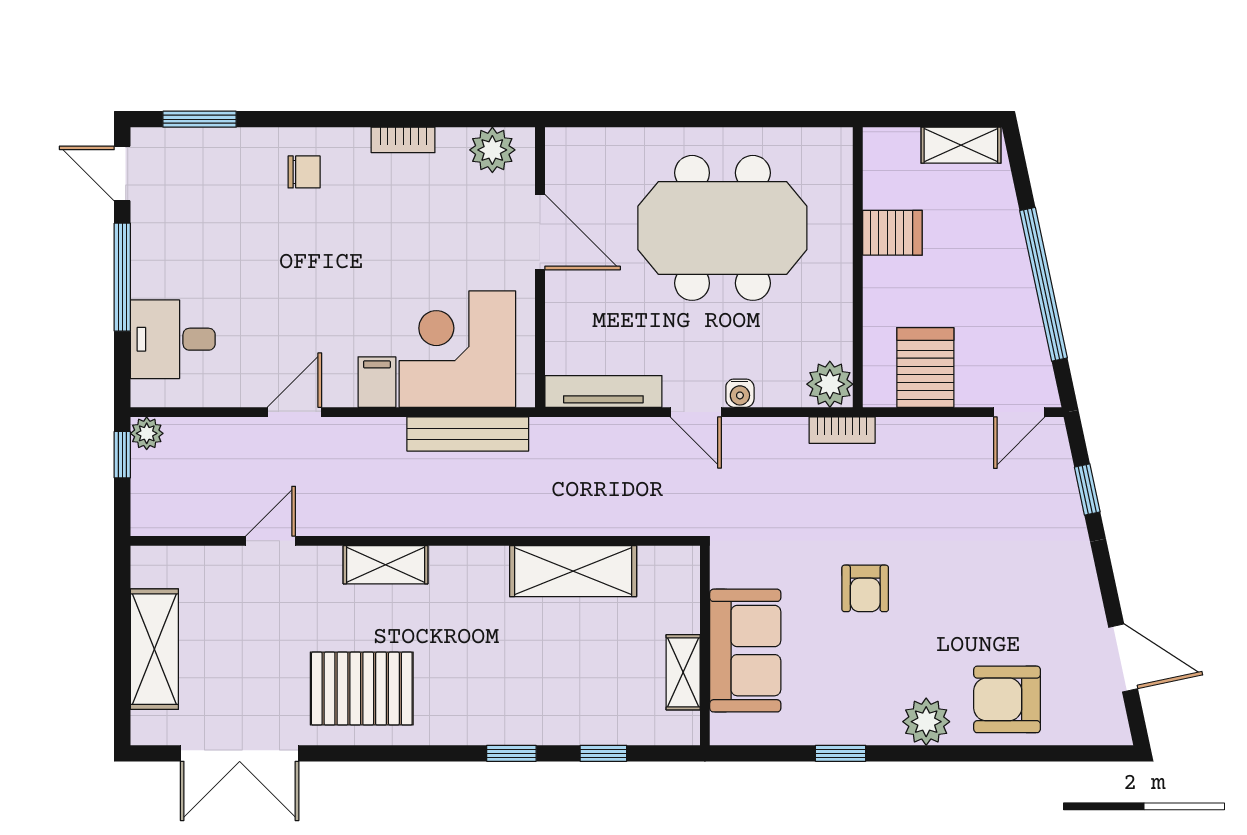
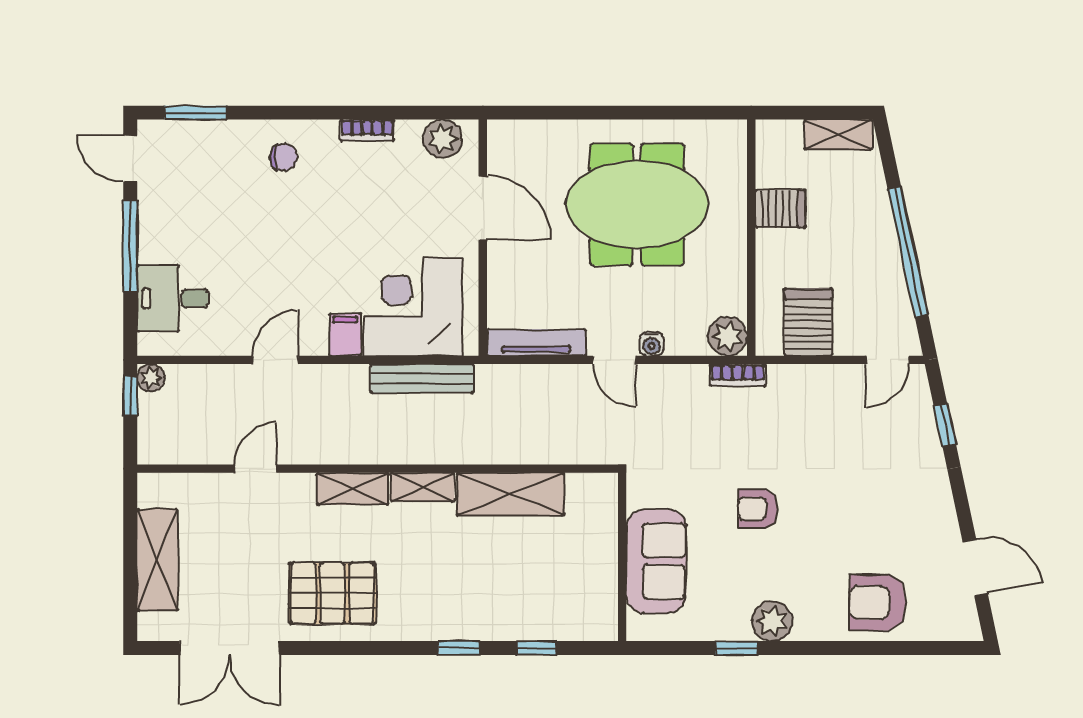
armchair: (865, 588) -> (757, 509), turned 90
shelving: (683, 672) -> (423, 487), moved, turned 90
plant: (926, 722) -> (772, 621), moved

